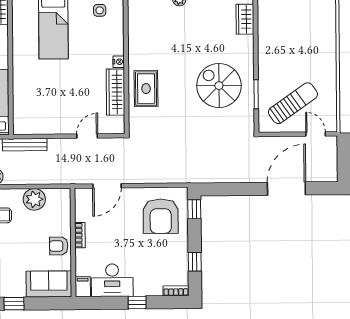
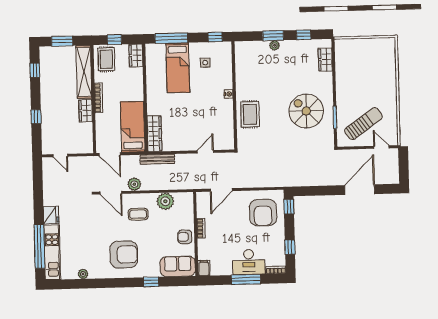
side table: (100, 10) -> (205, 63), moved
wardrobe: (115, 92) -> (154, 134), moved, turned 180
desk: (112, 280) -> (249, 262), moved
window: (137, 303) -> (246, 279), width x2.17

